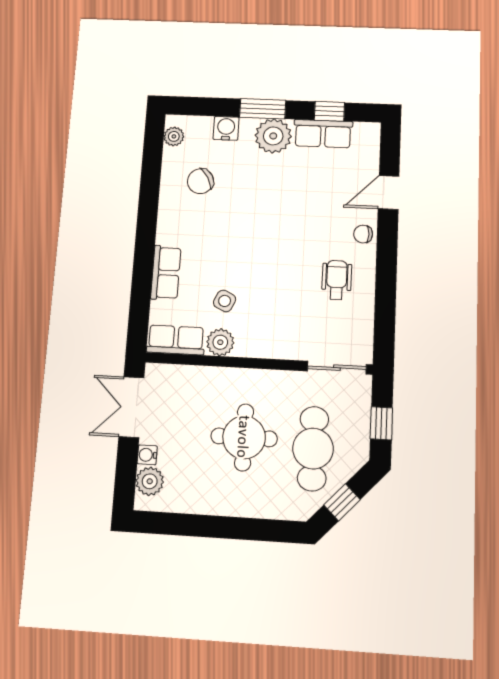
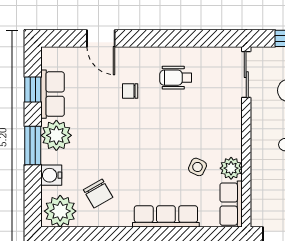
plant: (174, 136) -> (60, 211), width x1.88, depth x1.88
chair: (363, 234) -> (130, 91), moved, turned 90
row of seats: (166, 273) -> (166, 216), width x1.48

